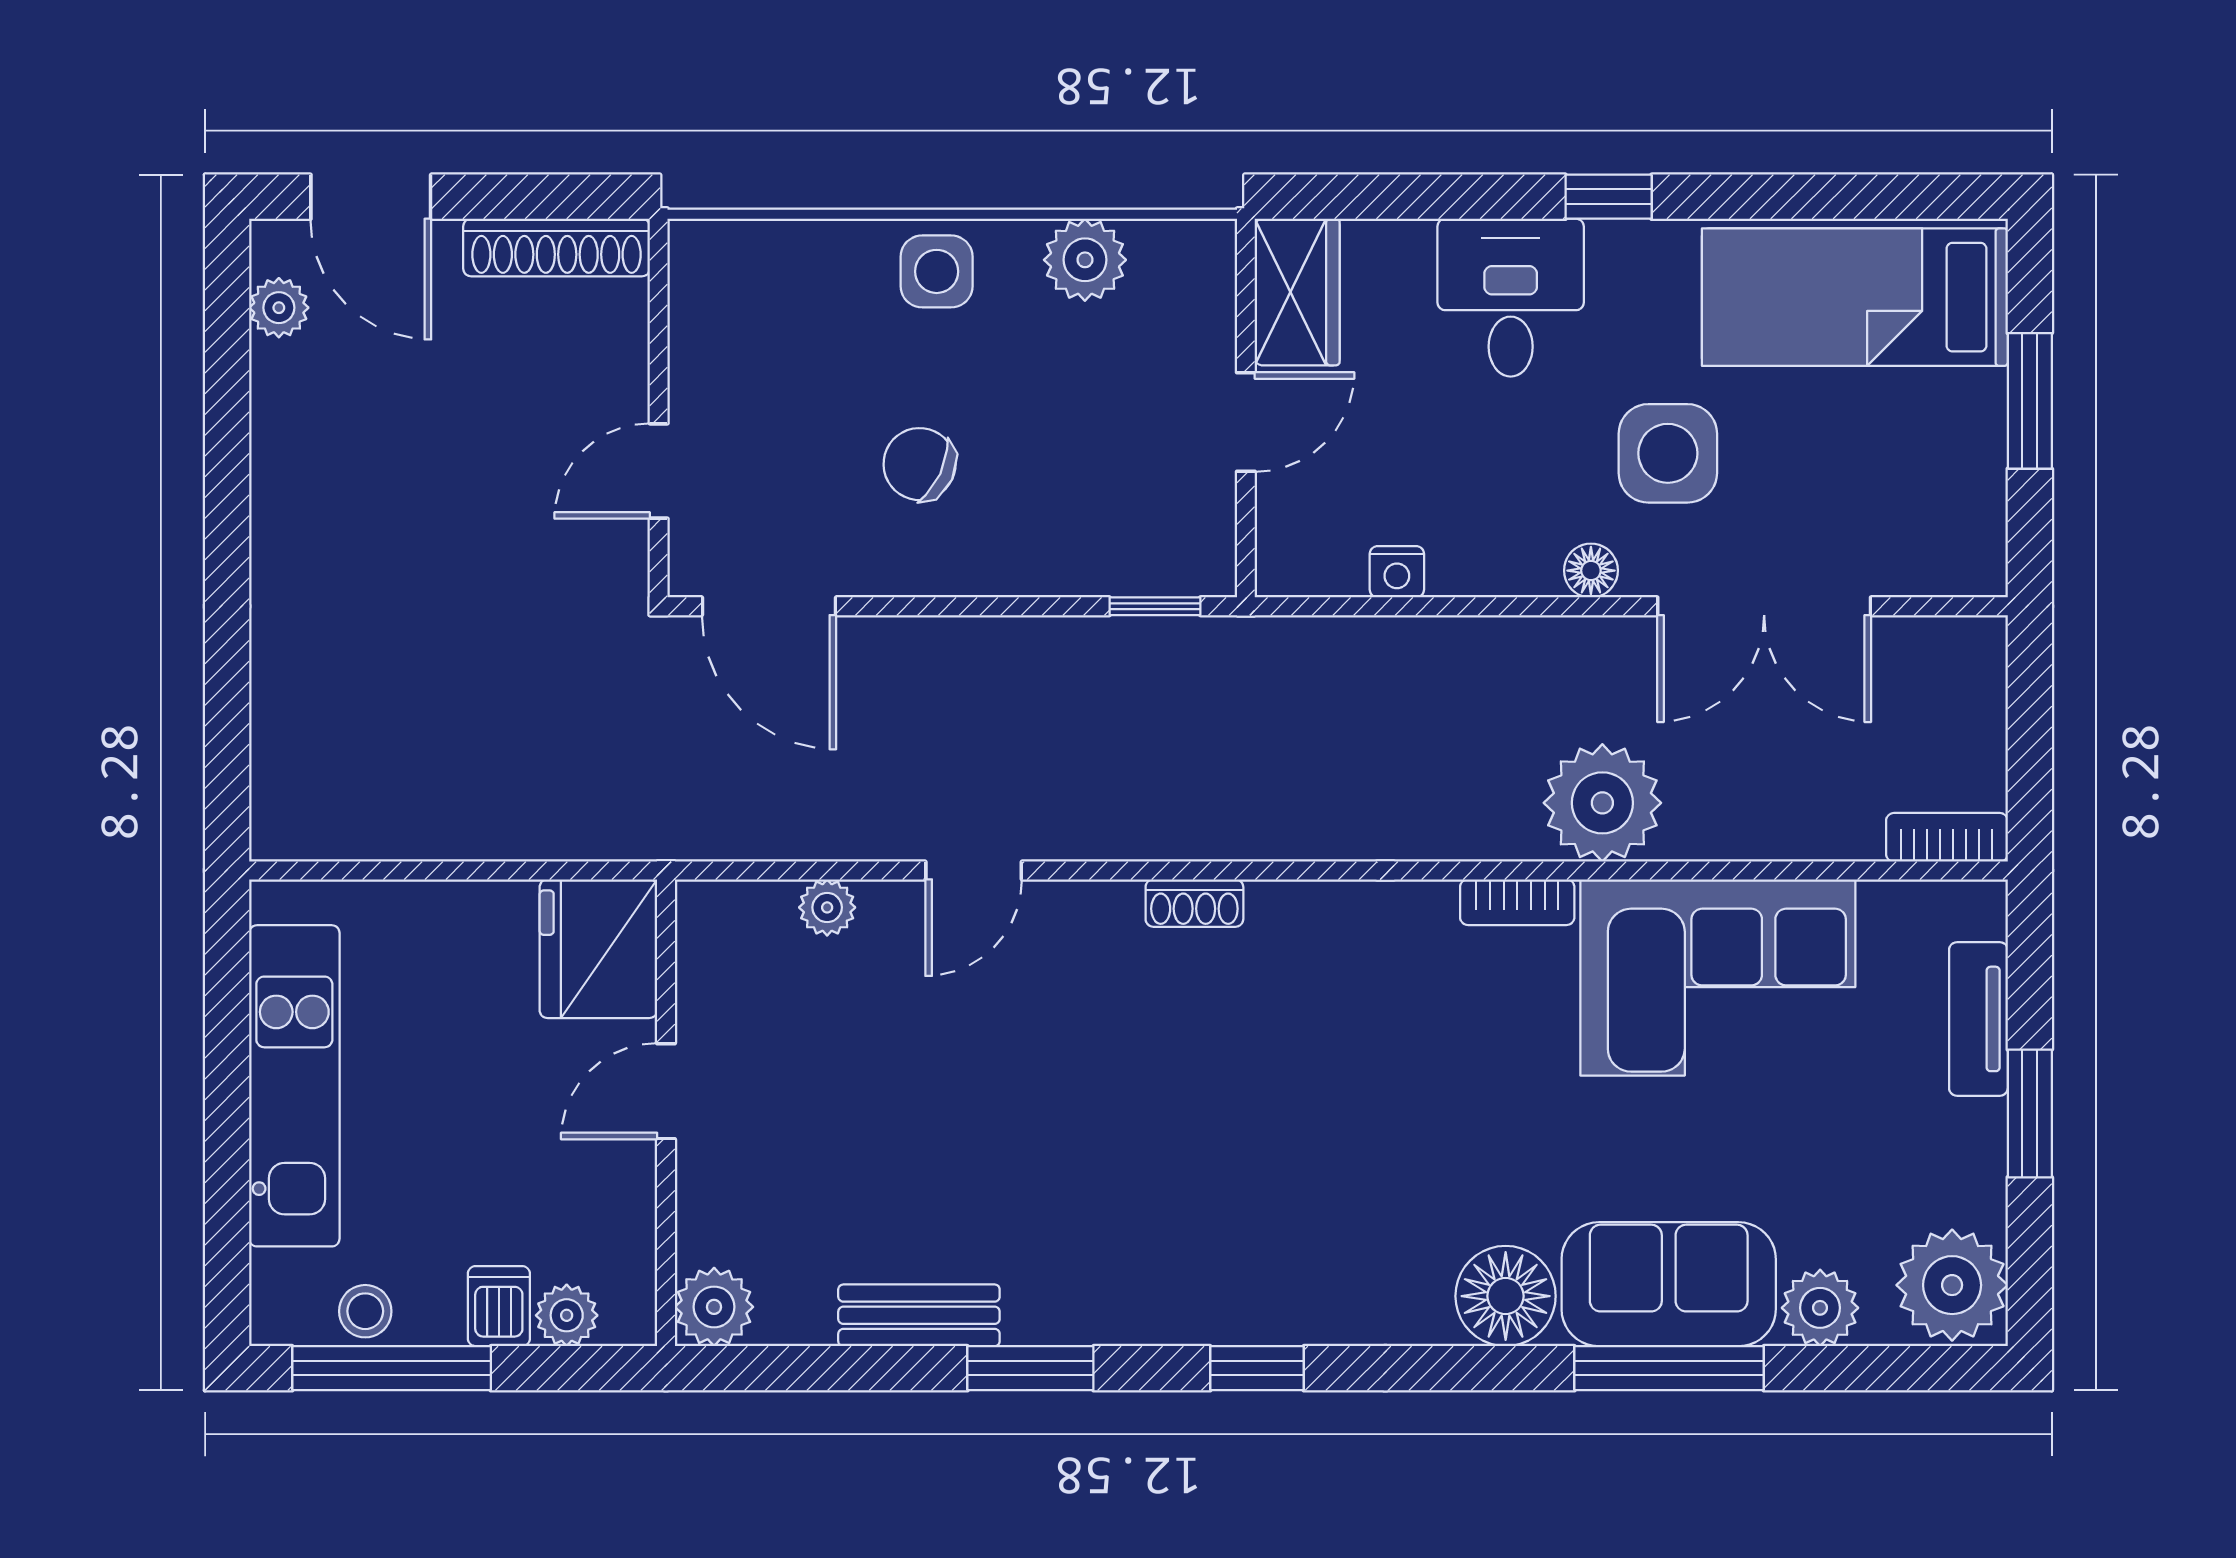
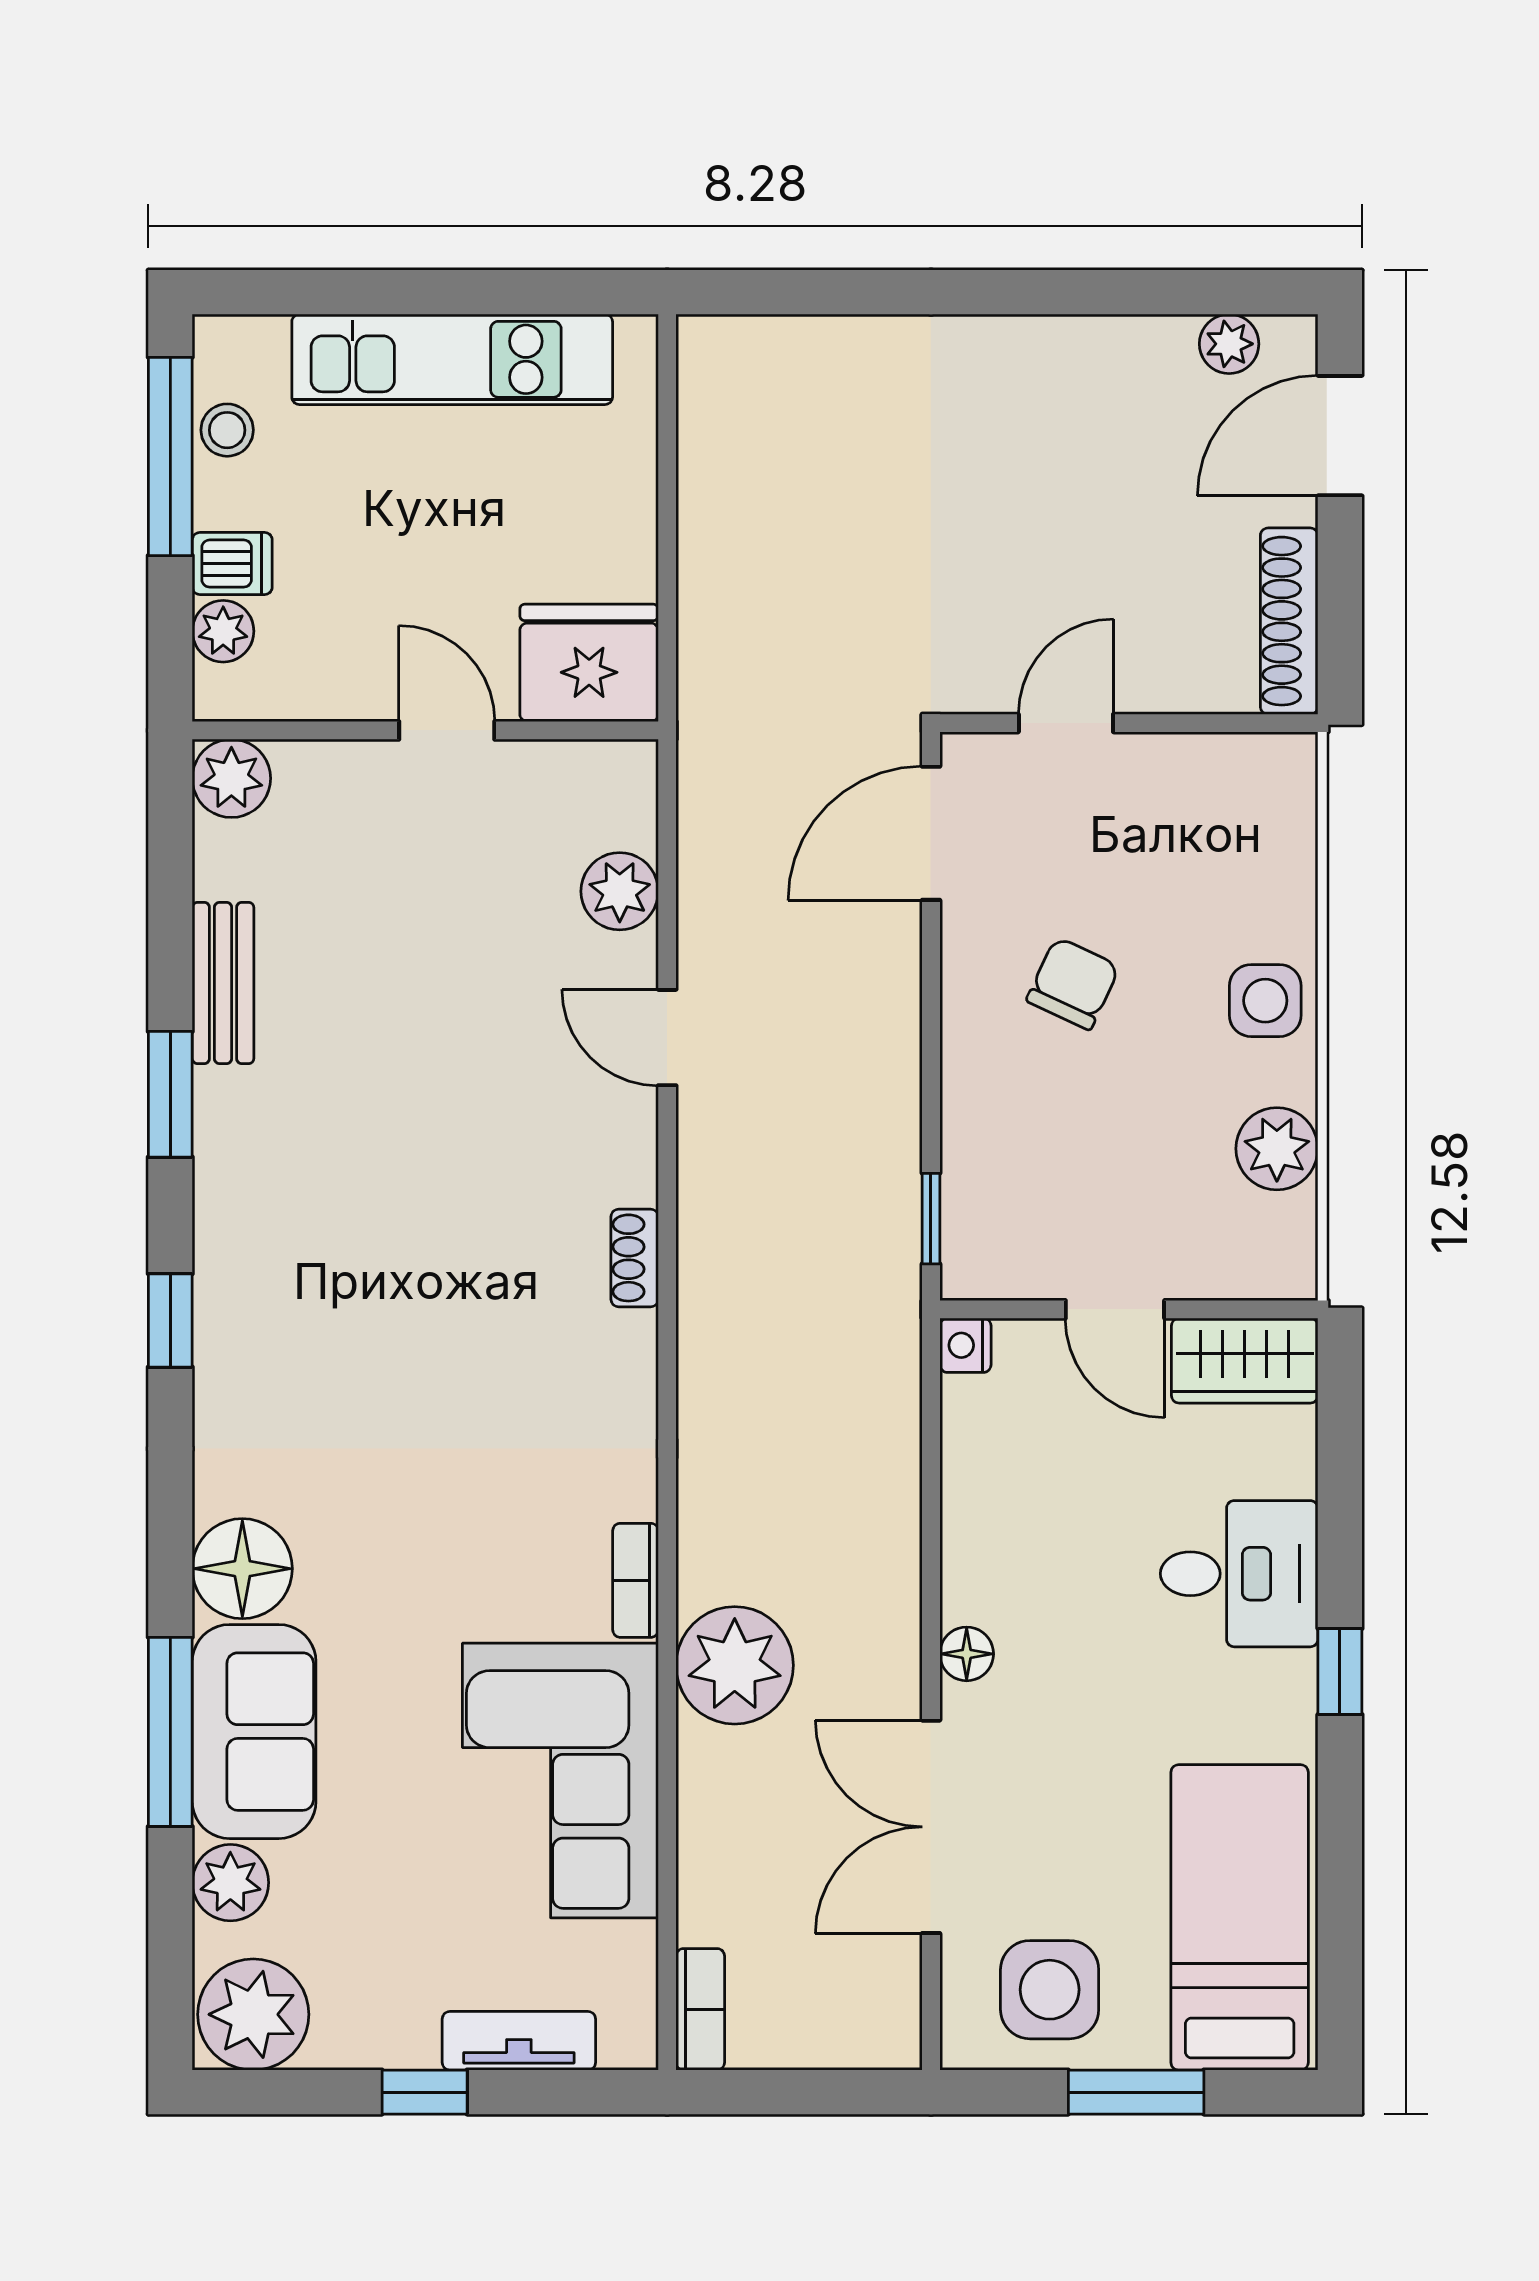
side table: (1668, 453) -> (1050, 1990), moved
door: (659, 471) -> (1066, 723), hinge flipped
nightstand: (1397, 572) -> (965, 1345), moved
plant: (827, 907) -> (620, 891), width x1.38, depth x1.38
window: (2030, 1113) -> (425, 2092), width x0.67

